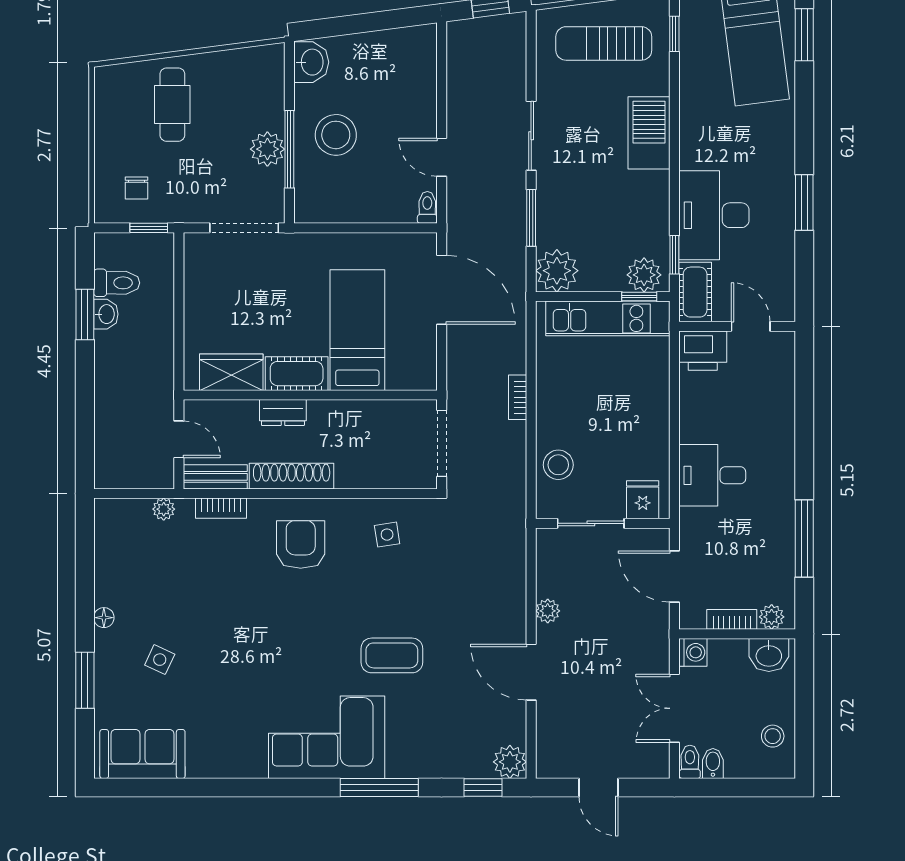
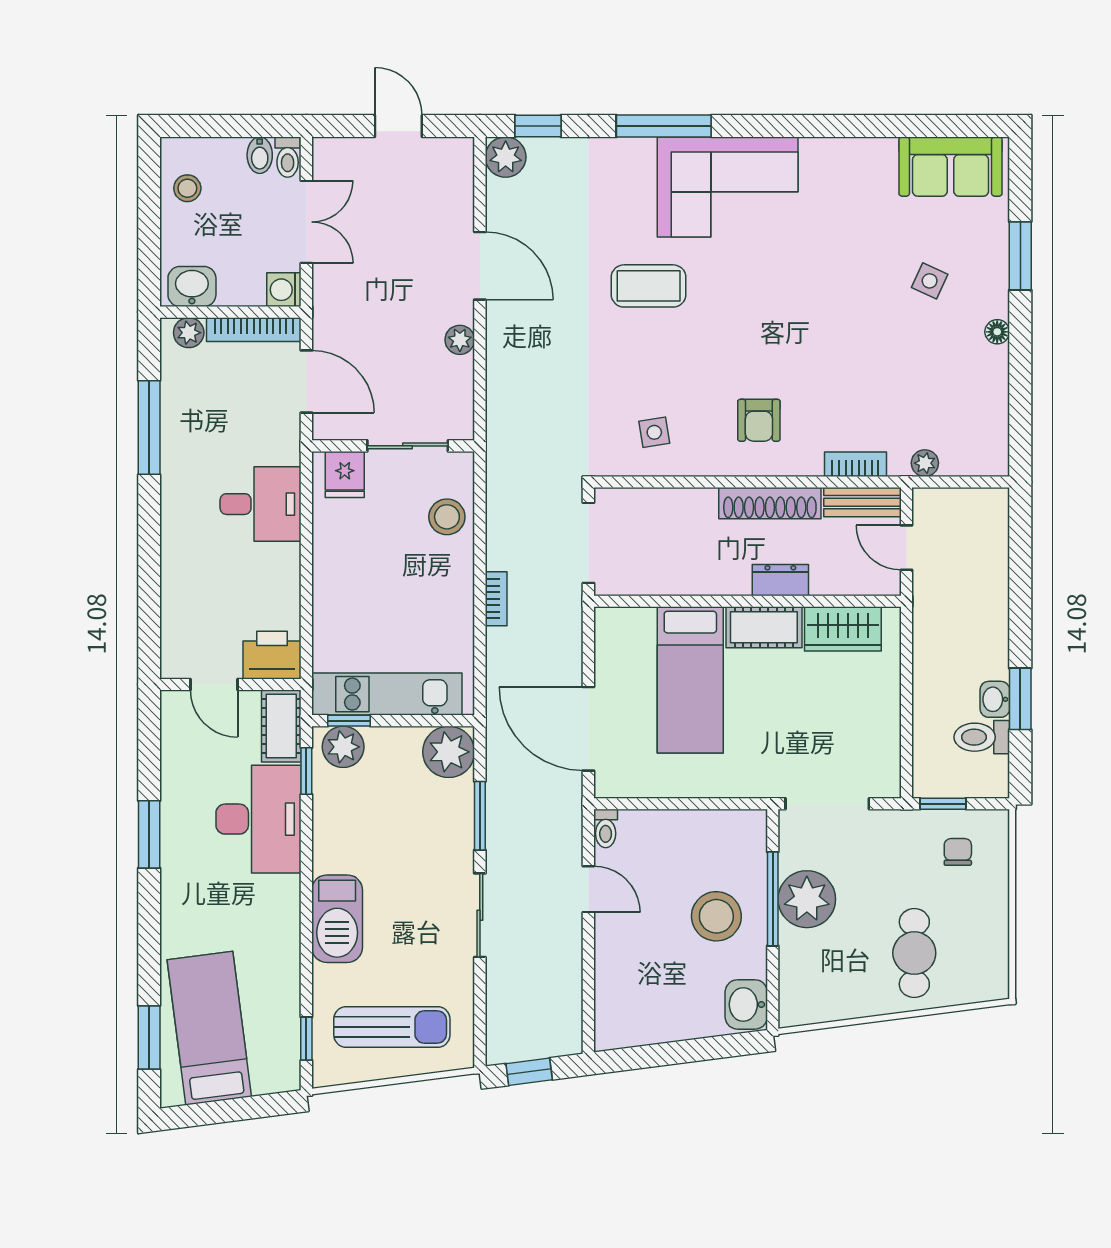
plant: (267, 149) -> (807, 899), width x1.36, depth x1.36
armchair: (301, 544) -> (759, 420), width x0.72, depth x0.72
bookcase: (732, 619) -> (254, 330), width x1.56

